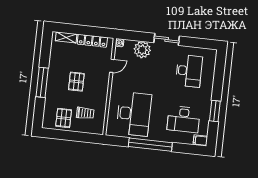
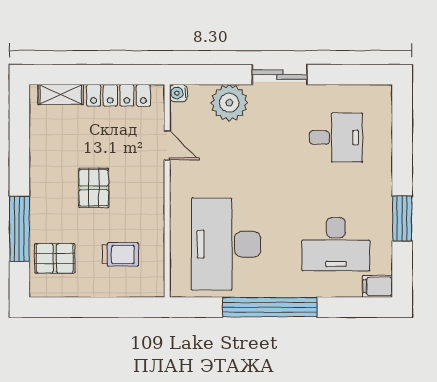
door: (112, 66) -> (167, 145), hinge flipped
desk: (189, 71) -> (336, 138), width x0.73
window: (42, 82) -> (19, 229), moved
desk: (134, 114) -> (226, 244), turned 180
pallet: (64, 118) -> (55, 258), moved, turned 90

